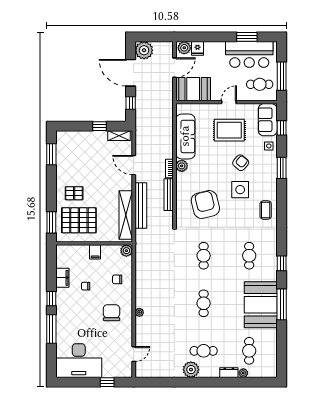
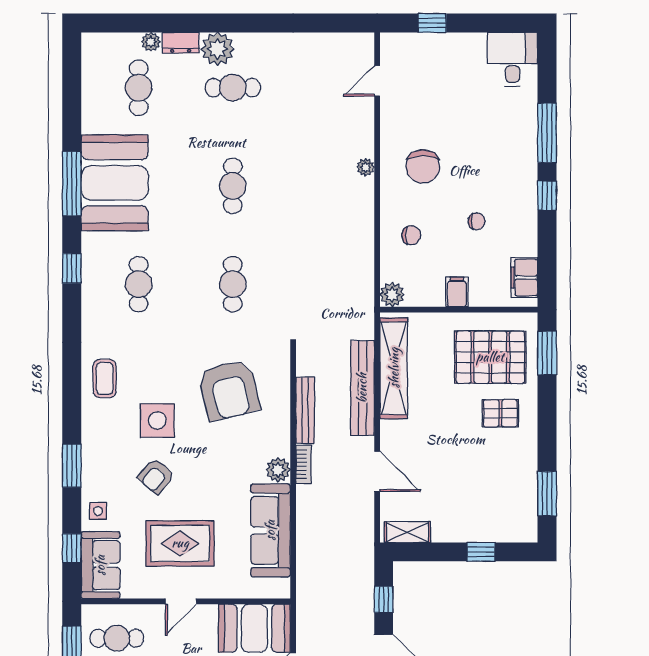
window: (99, 126) -> (481, 552), moved
filing cabinet: (62, 278) -> (524, 277), moved
desk: (79, 361) -> (513, 59), width x0.53, depth x0.77
plant: (191, 370) -> (218, 49), moved

